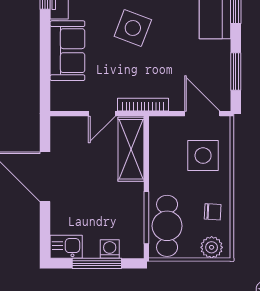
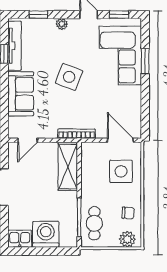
window: (236, 72) -> (145, 109), removed
door: (102, 114) -> (28, 140), moved
cafe table: (167, 226) -> (94, 223), width x0.73, depth x0.74
washing machine: (110, 249) -> (46, 234), width x1.89, depth x1.89
window: (97, 263) -> (42, 251), removed

